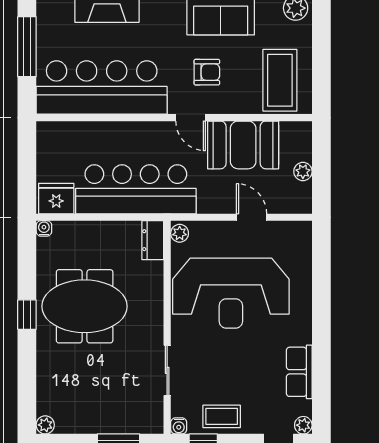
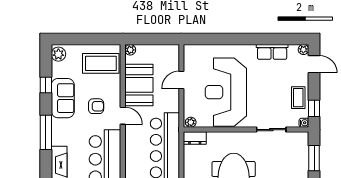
armchair: (207, 72) -> (96, 106), turned 90
door: (191, 118) -> (123, 116), hinge flipped
plant: (303, 172) -> (130, 50), moved
reception desk: (231, 293) -> (226, 92), turned 180

